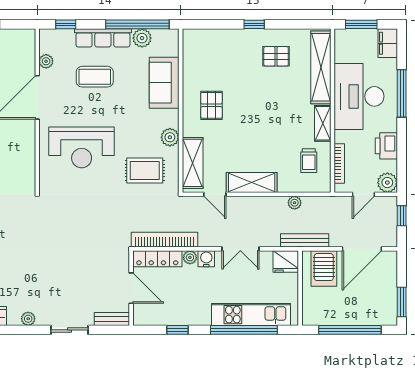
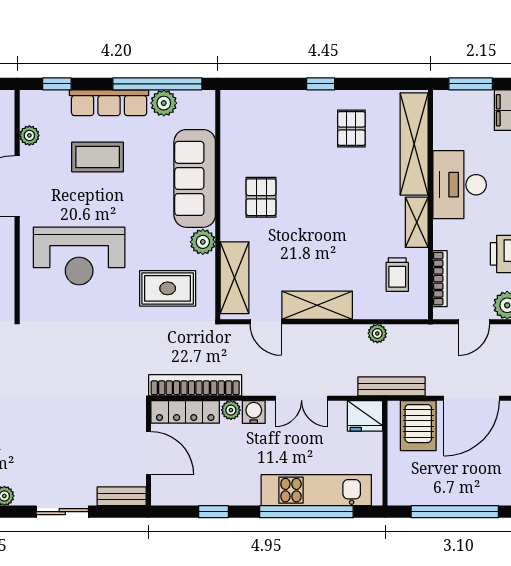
pallet: (276, 56) -> (351, 129), turned 90
sofa: (164, 83) -> (195, 178), width x1.36
desk: (359, 96) -> (460, 185), width x0.73, depth x0.77

